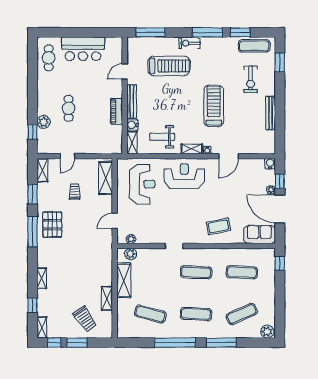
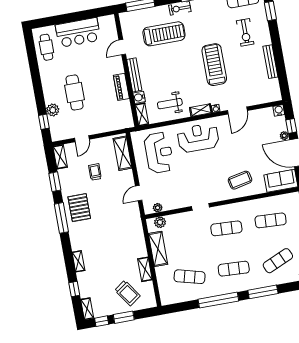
cafe table: (69, 108) -> (75, 92), width x1.37, depth x1.35

